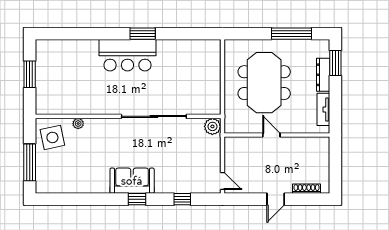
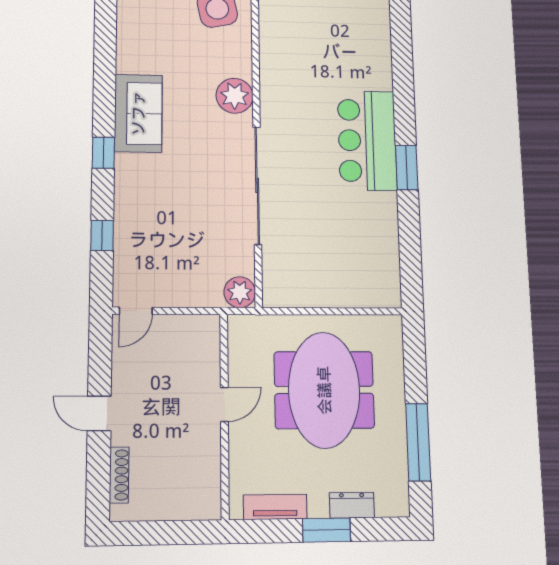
window: (335, 63) -> (327, 530), moved
dresser: (323, 75) -> (352, 505), width x0.70
meeting table: (264, 83) -> (324, 390), turned 90
plant: (78, 124) -> (235, 96), moved, width x1.87, depth x1.87
sofa: (132, 181) -> (138, 113), moved

